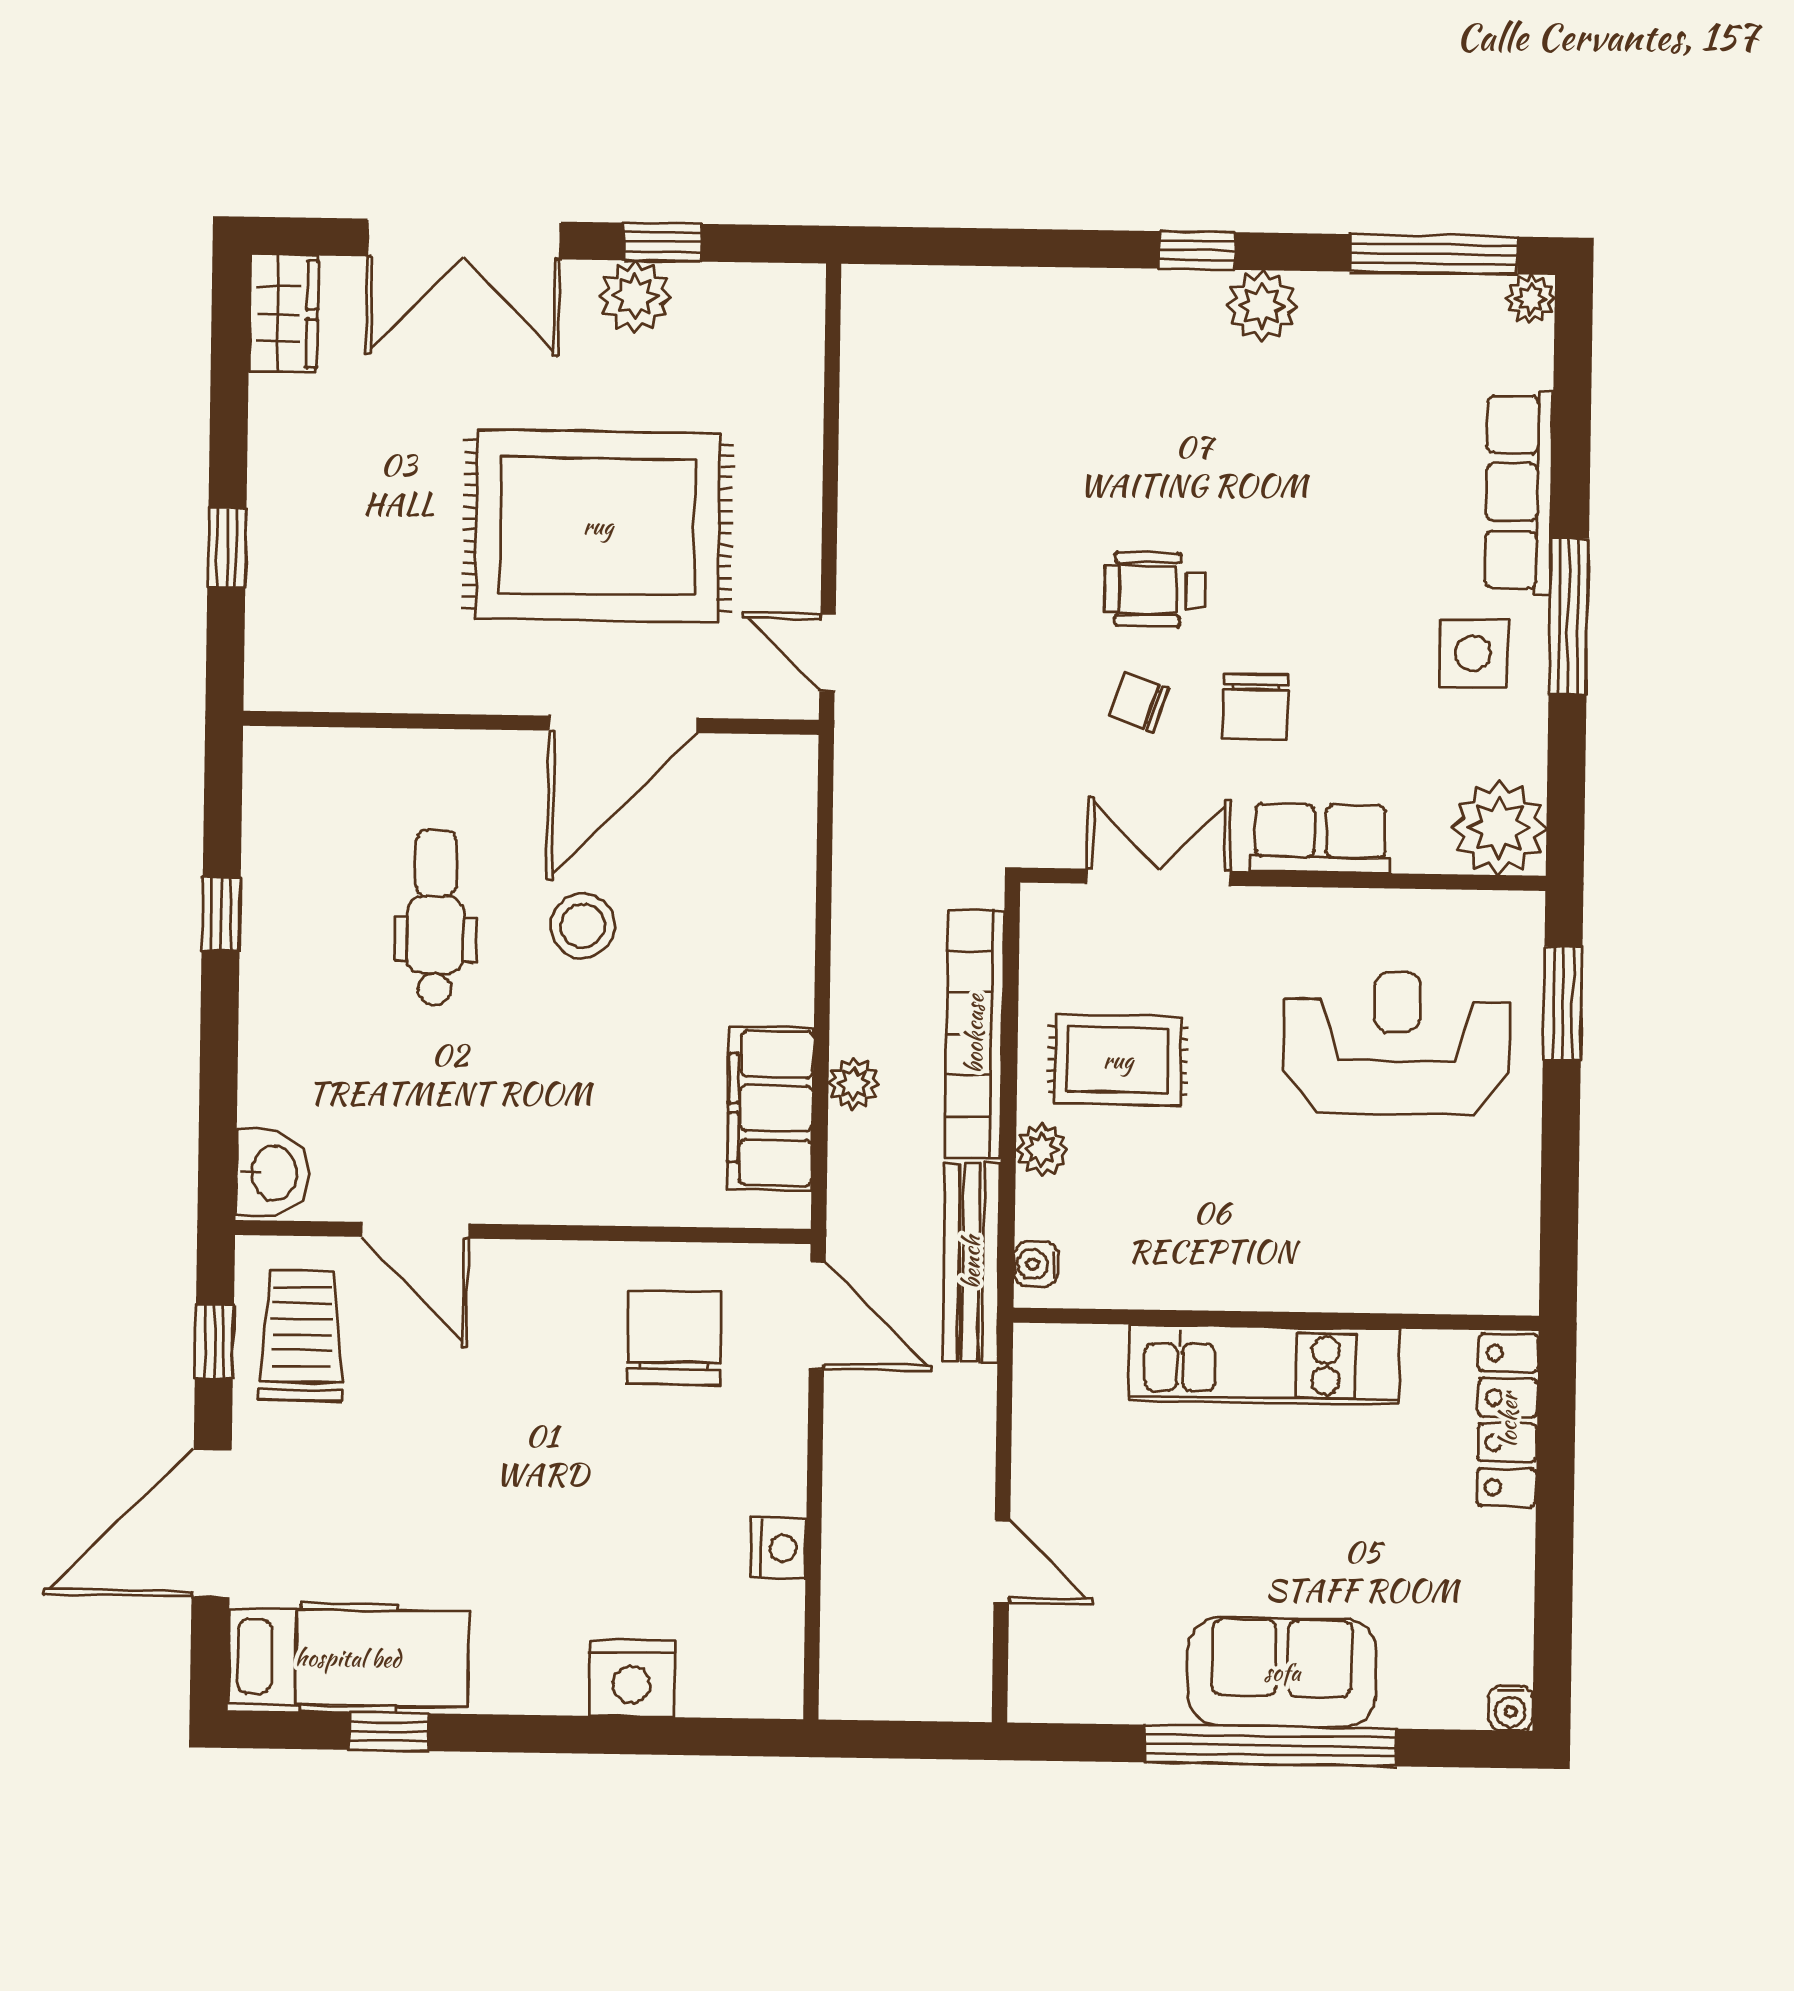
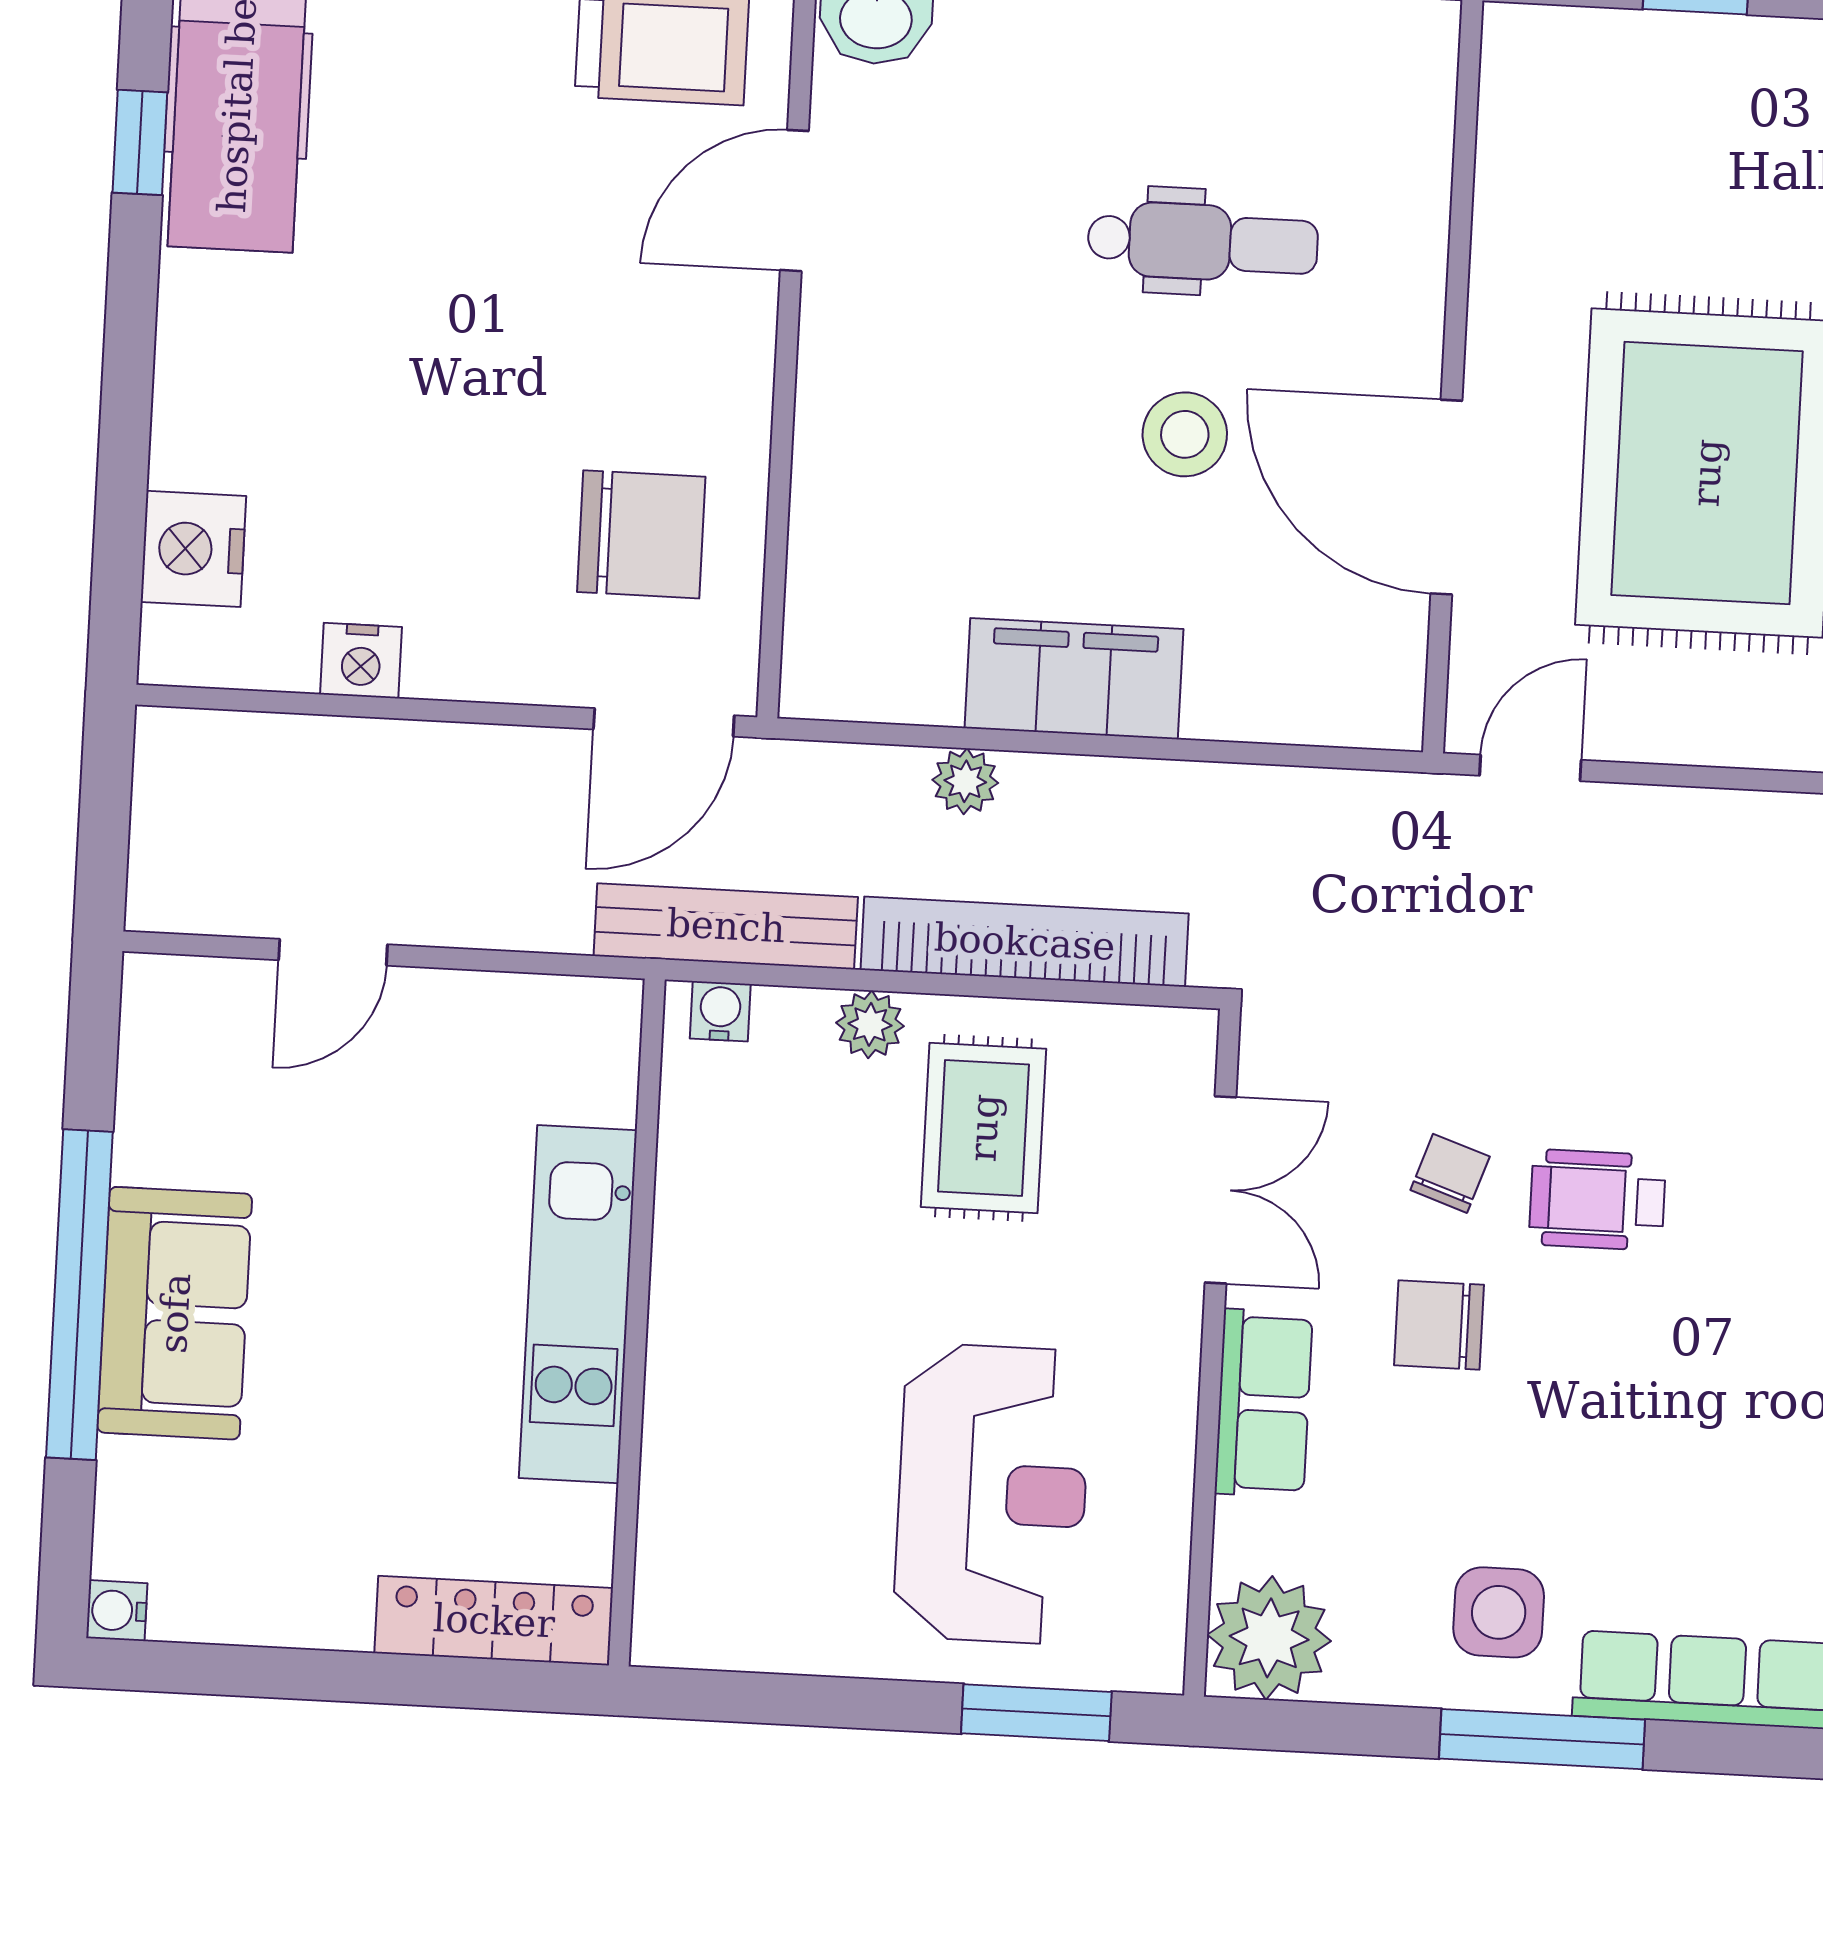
wheelchair: (1156, 589) -> (1597, 1200), turned -90
filing cabinet: (771, 1108) -> (1074, 679), moved
nightstand: (632, 1678) -> (193, 549), moved

